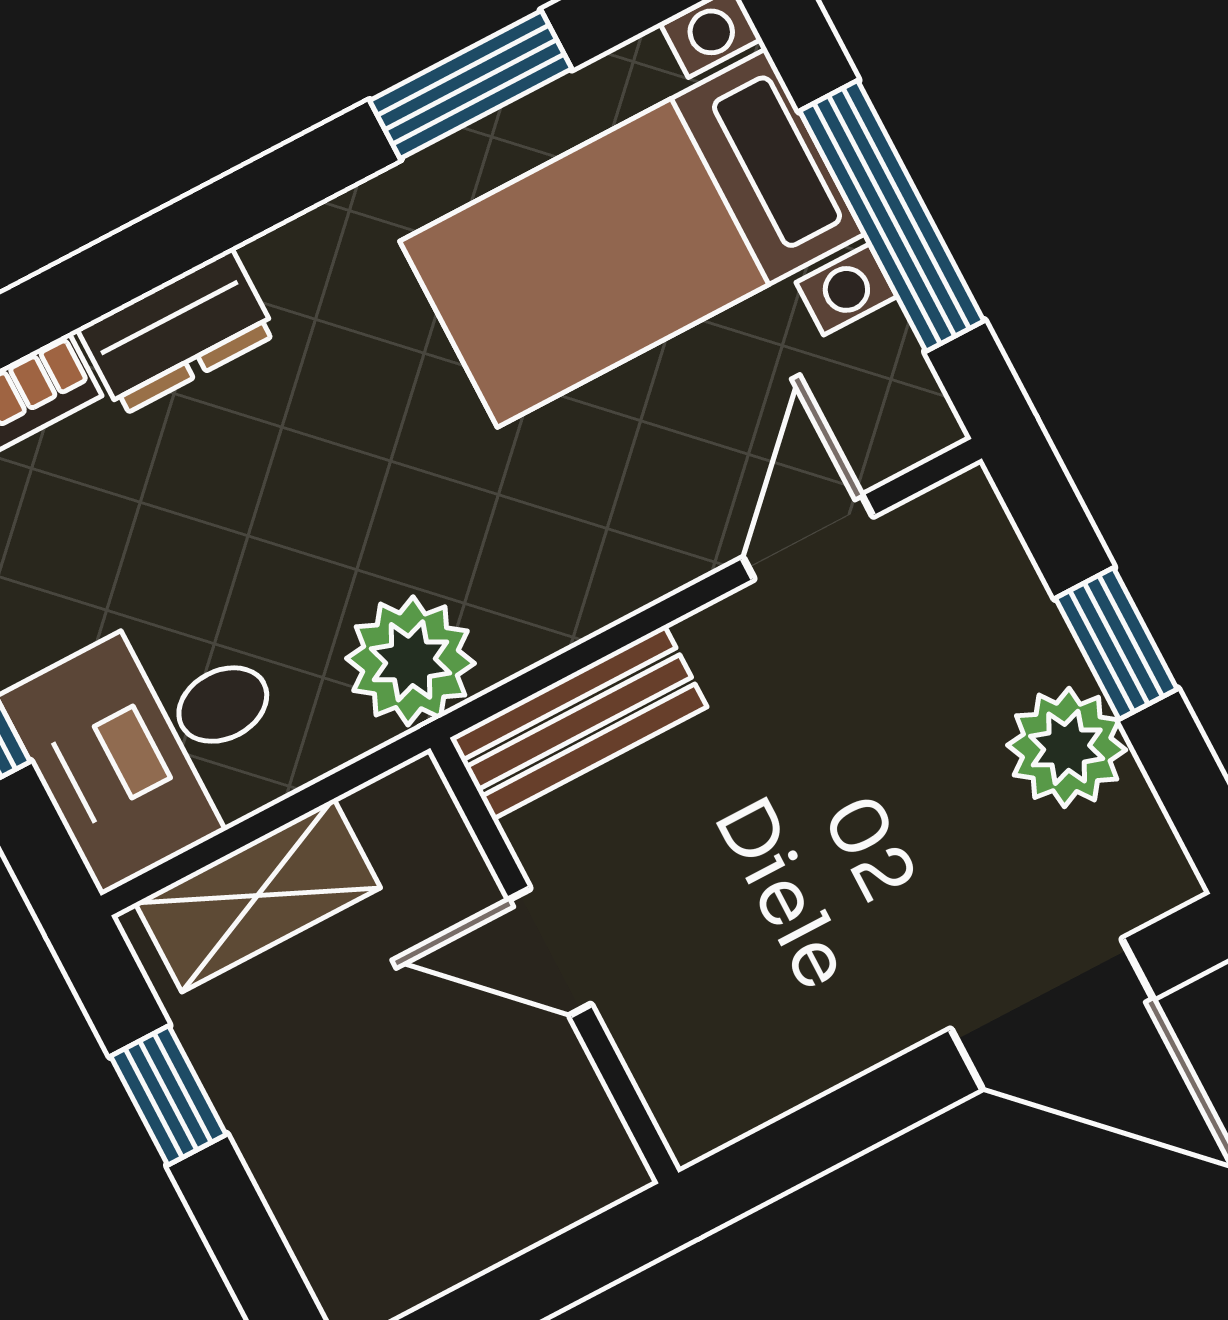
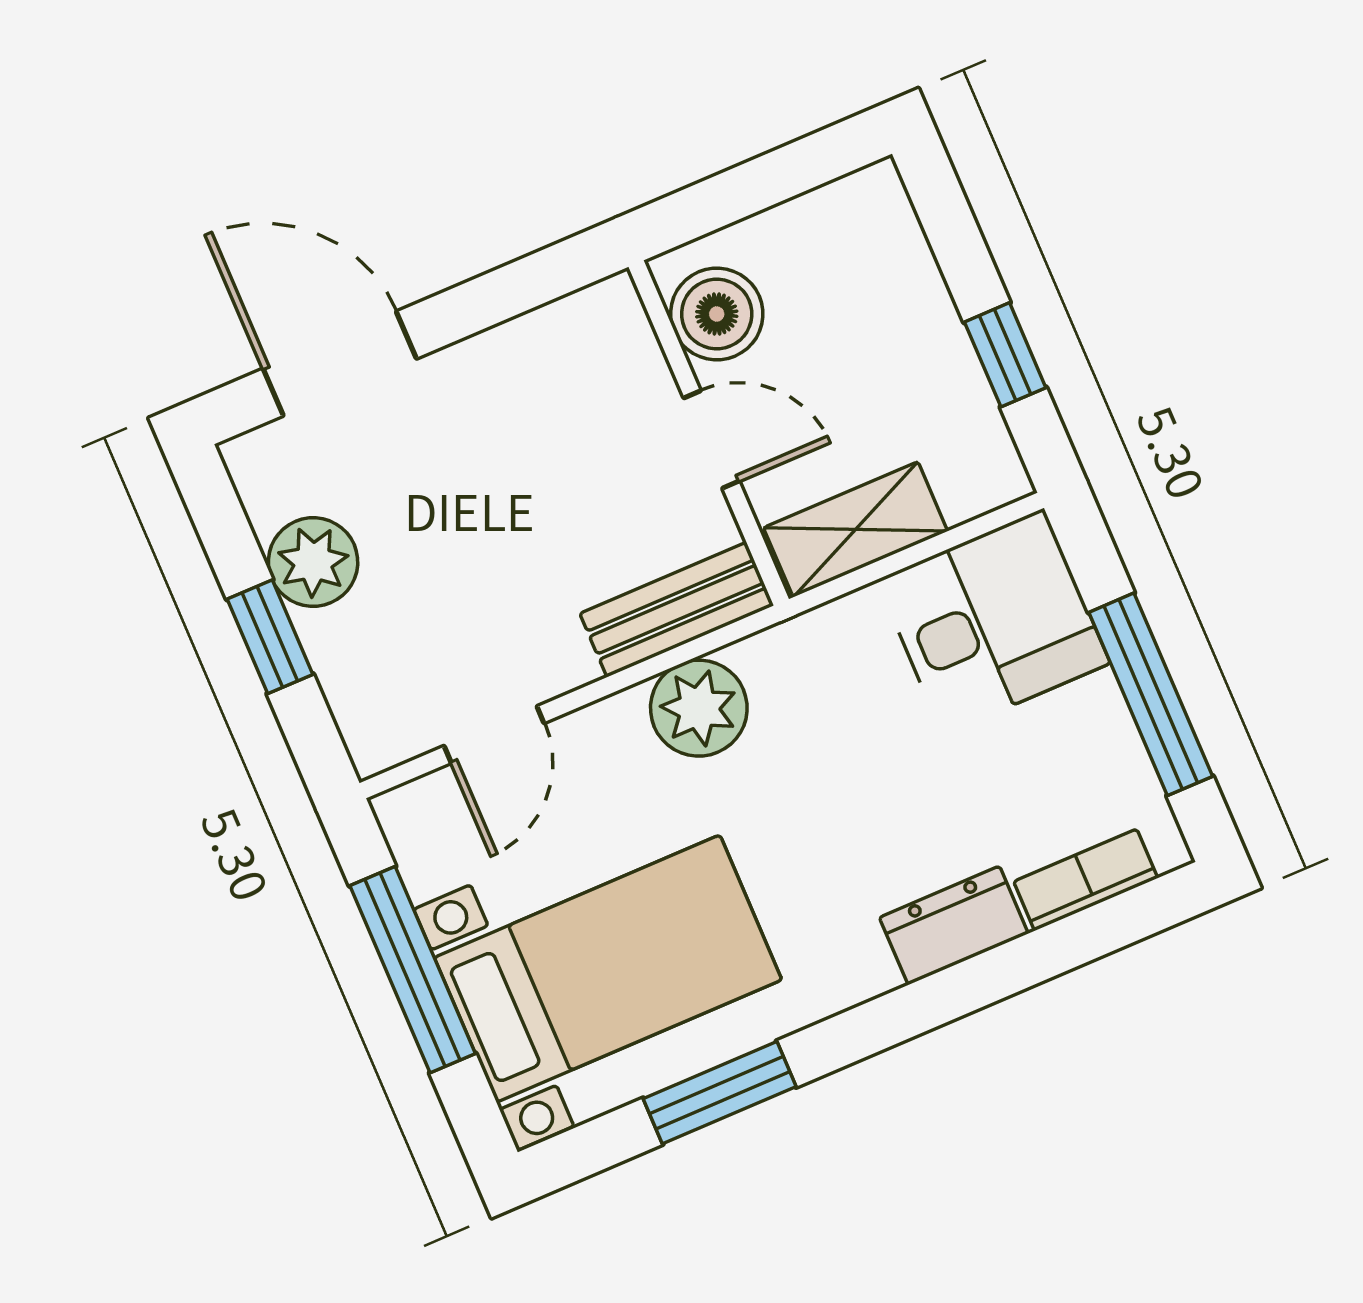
plant: (411, 661) -> (699, 708), moved
shelving: (258, 895) -> (856, 529), moved
boiler: (556, 1119) -> (717, 314), added

